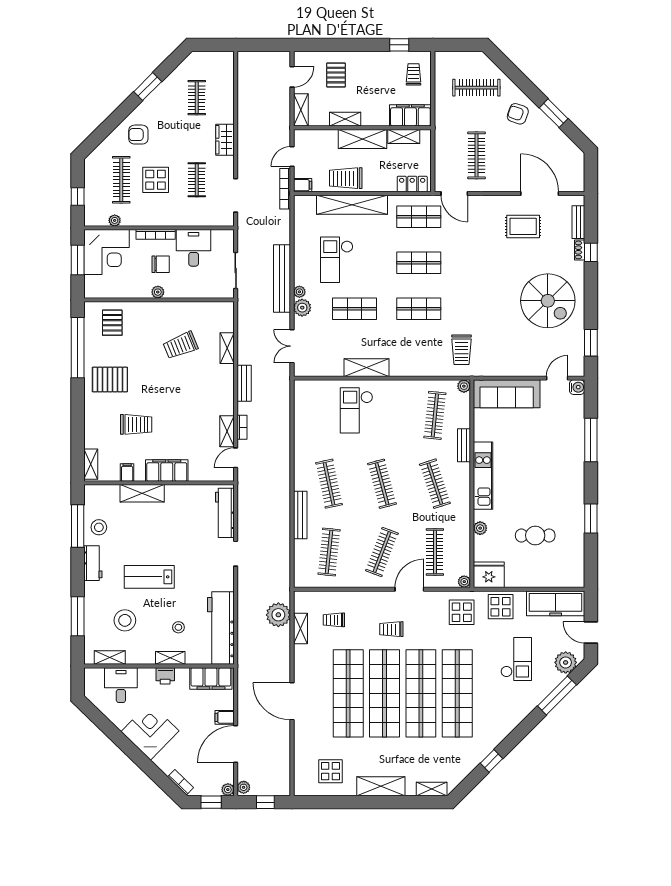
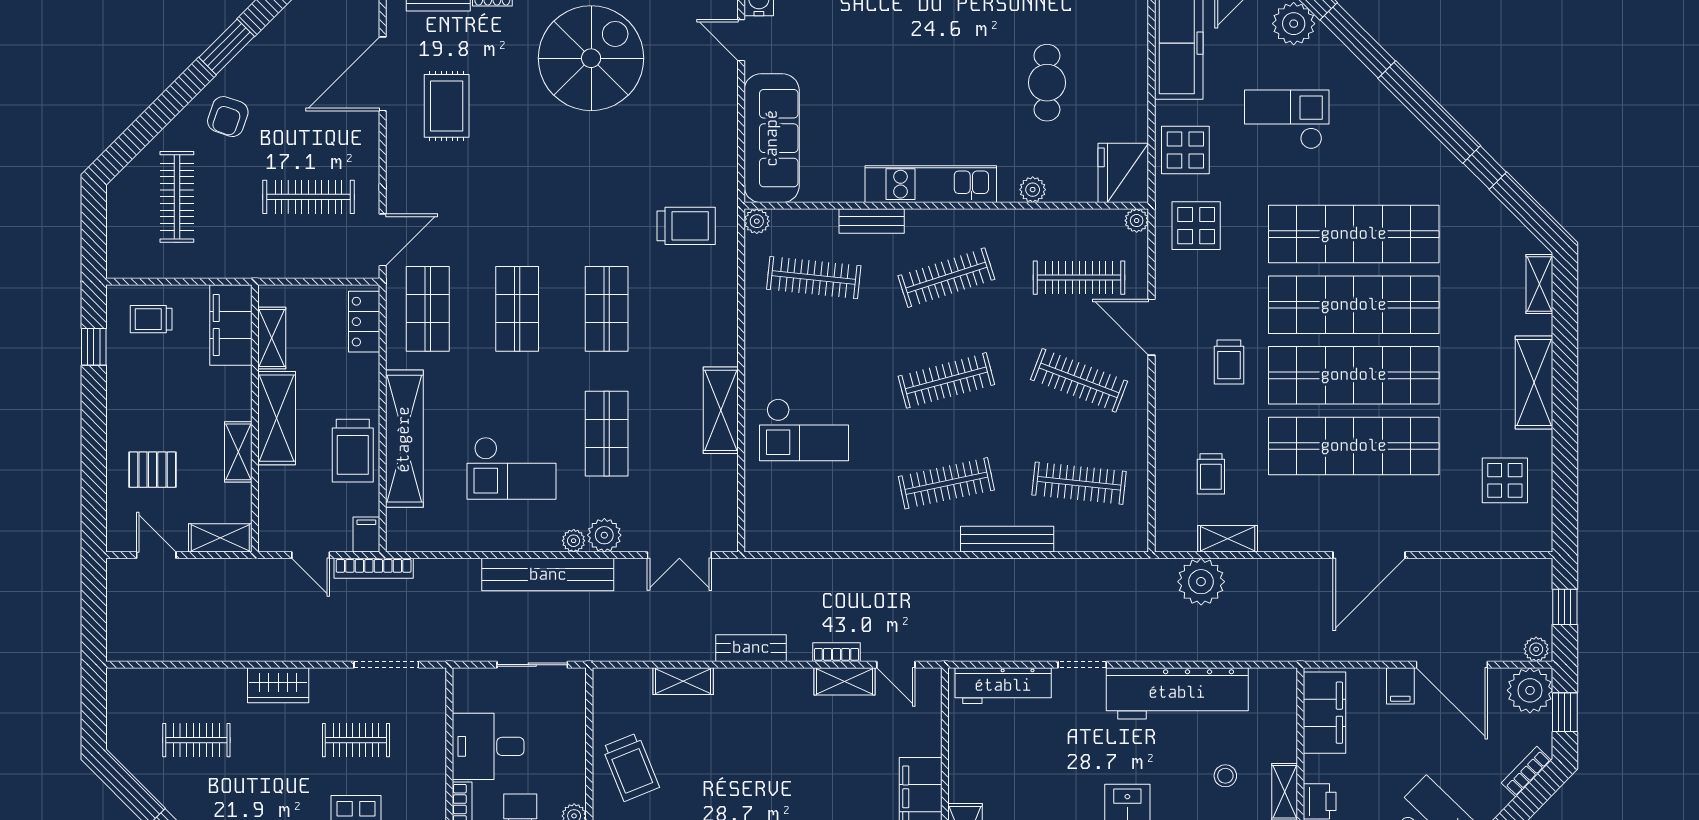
trolley: (180, 345) -> (631, 767), moved
workbench: (221, 628) -> (1177, 693), moved
plant: (228, 790) -> (1530, 690), width x1.88, depth x1.88

